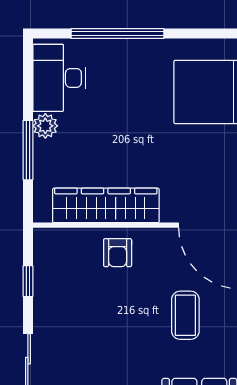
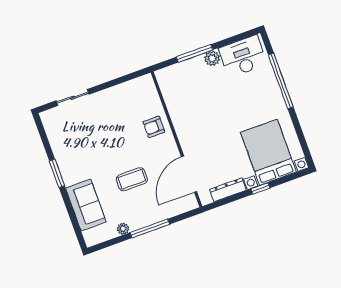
wardrobe: (106, 205) -> (179, 110), removed
window: (28, 281) -> (119, 81), removed

